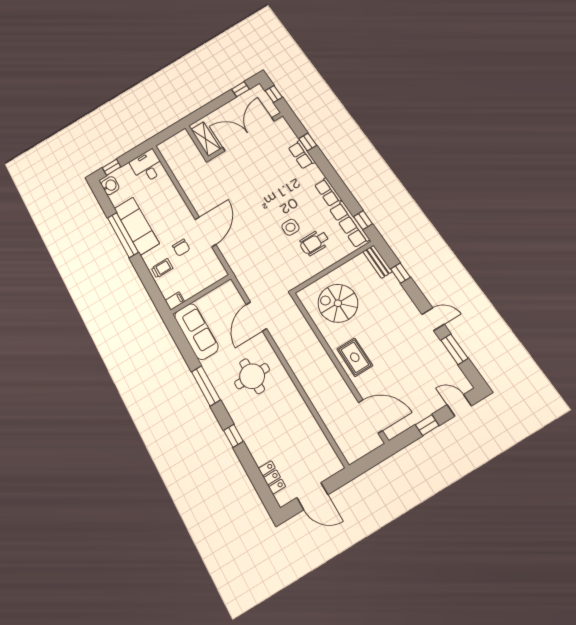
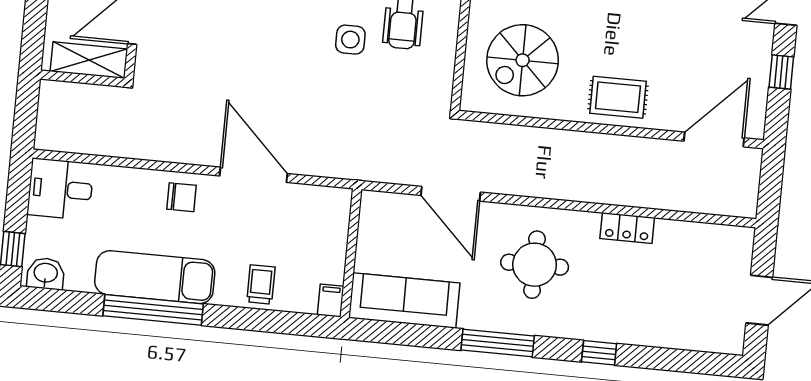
chair: (181, 248) -> (182, 197), moved
locker: (272, 477) -> (627, 228), moved, turned 180

